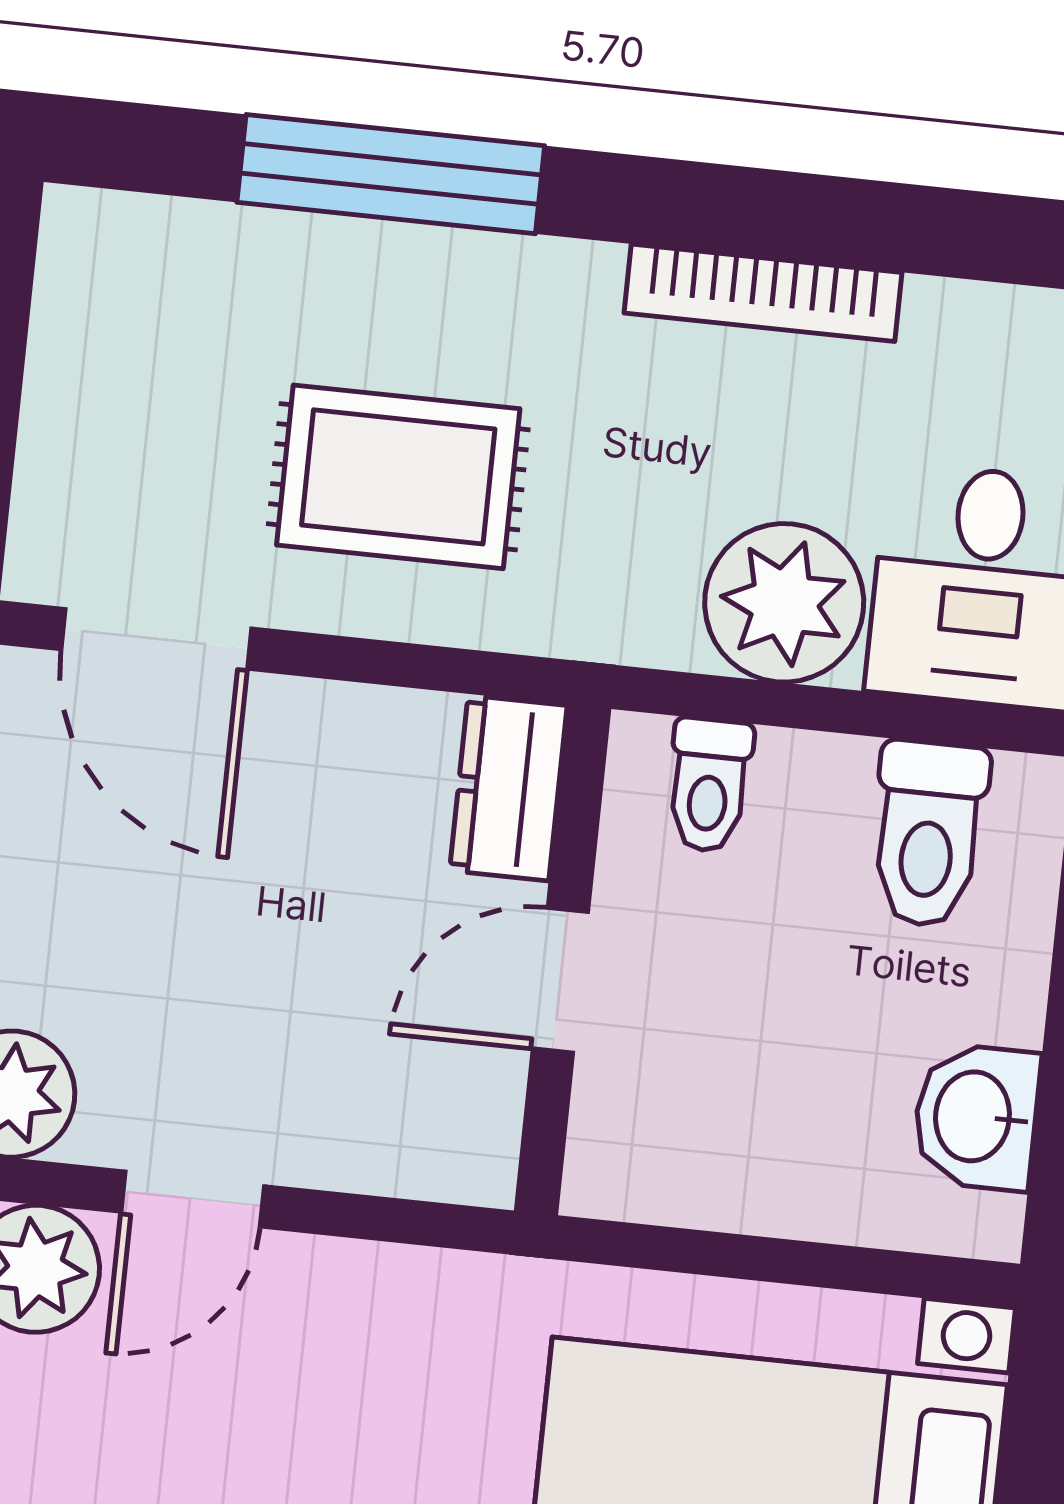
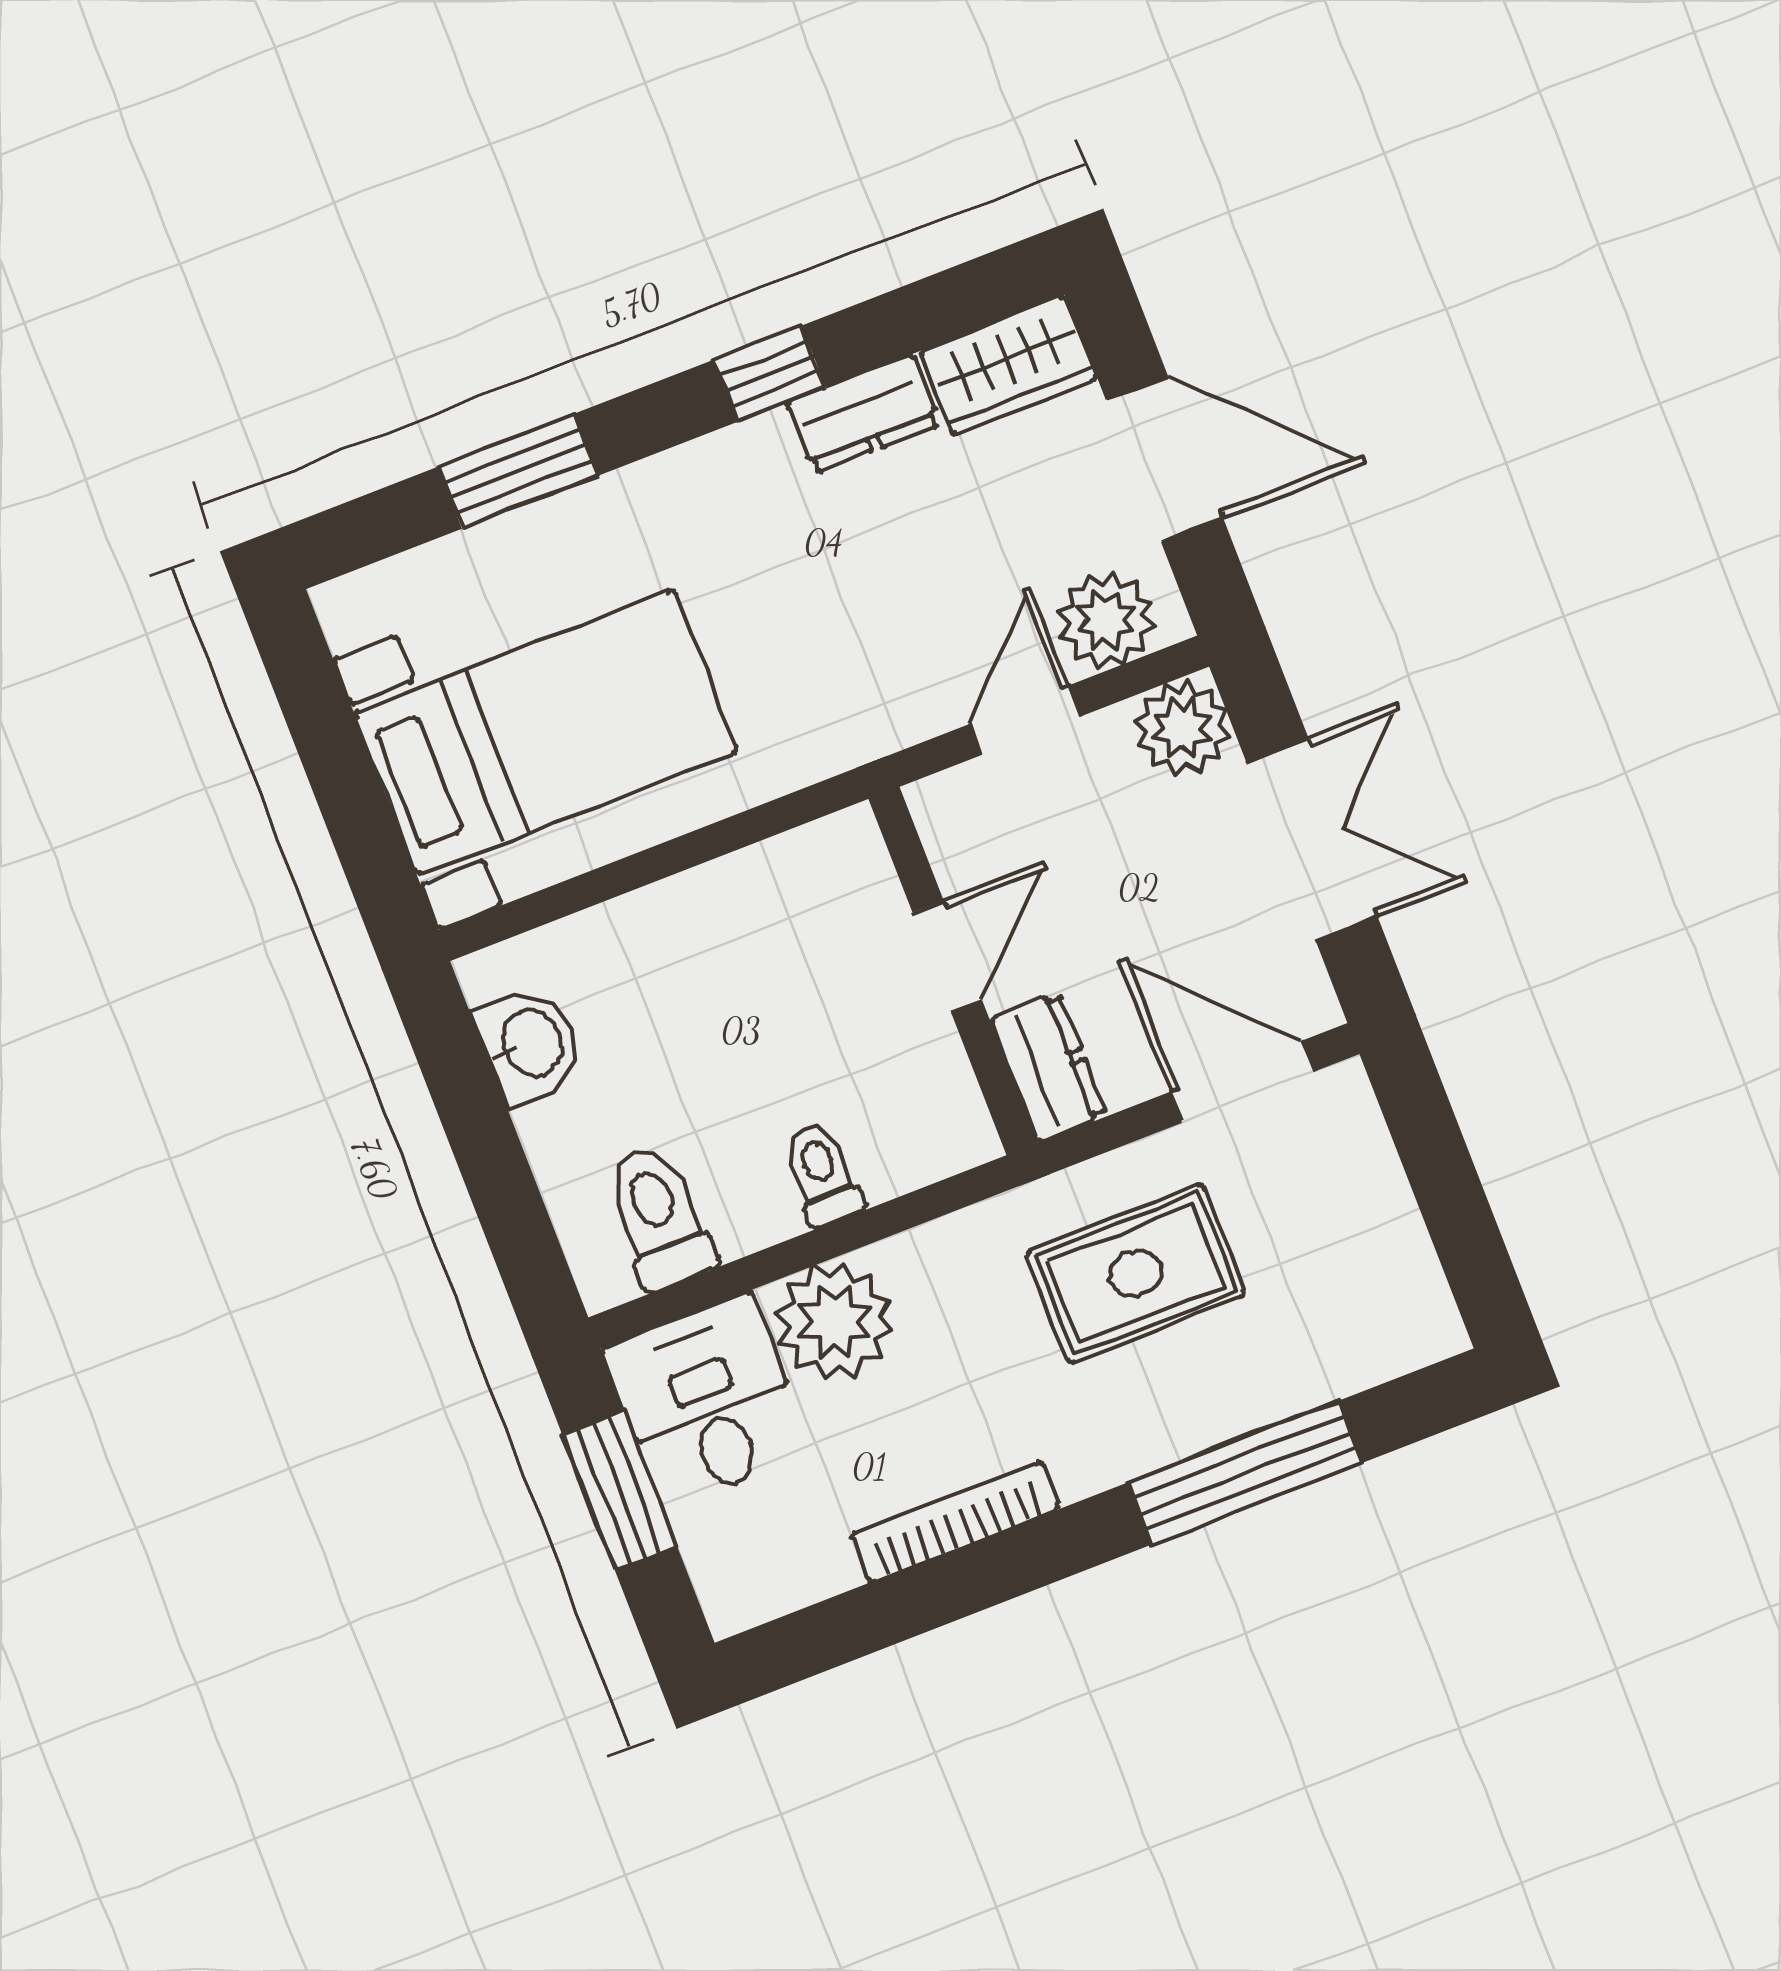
dresser: (508, 788) -> (1048, 1067), moved
wall: (563, 960) -> (953, 971), moved
door: (560, 980) -> (947, 957), moved

